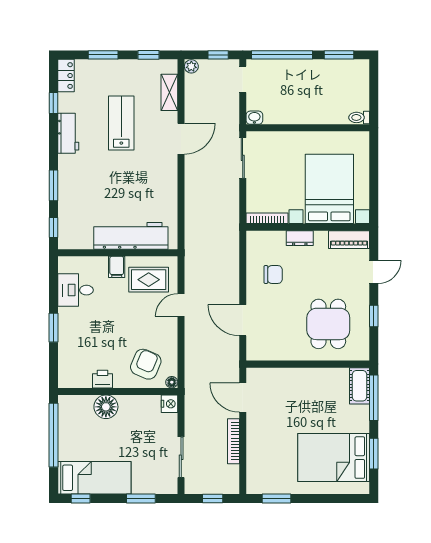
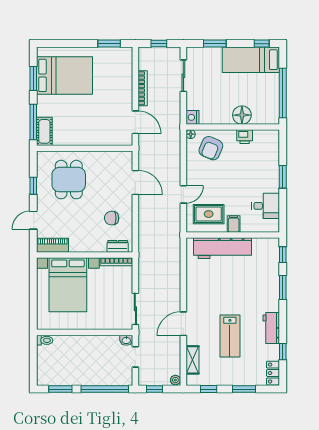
doorway: (243, 79) -> (135, 357), moved
dresser: (300, 238) -> (118, 246), moved

